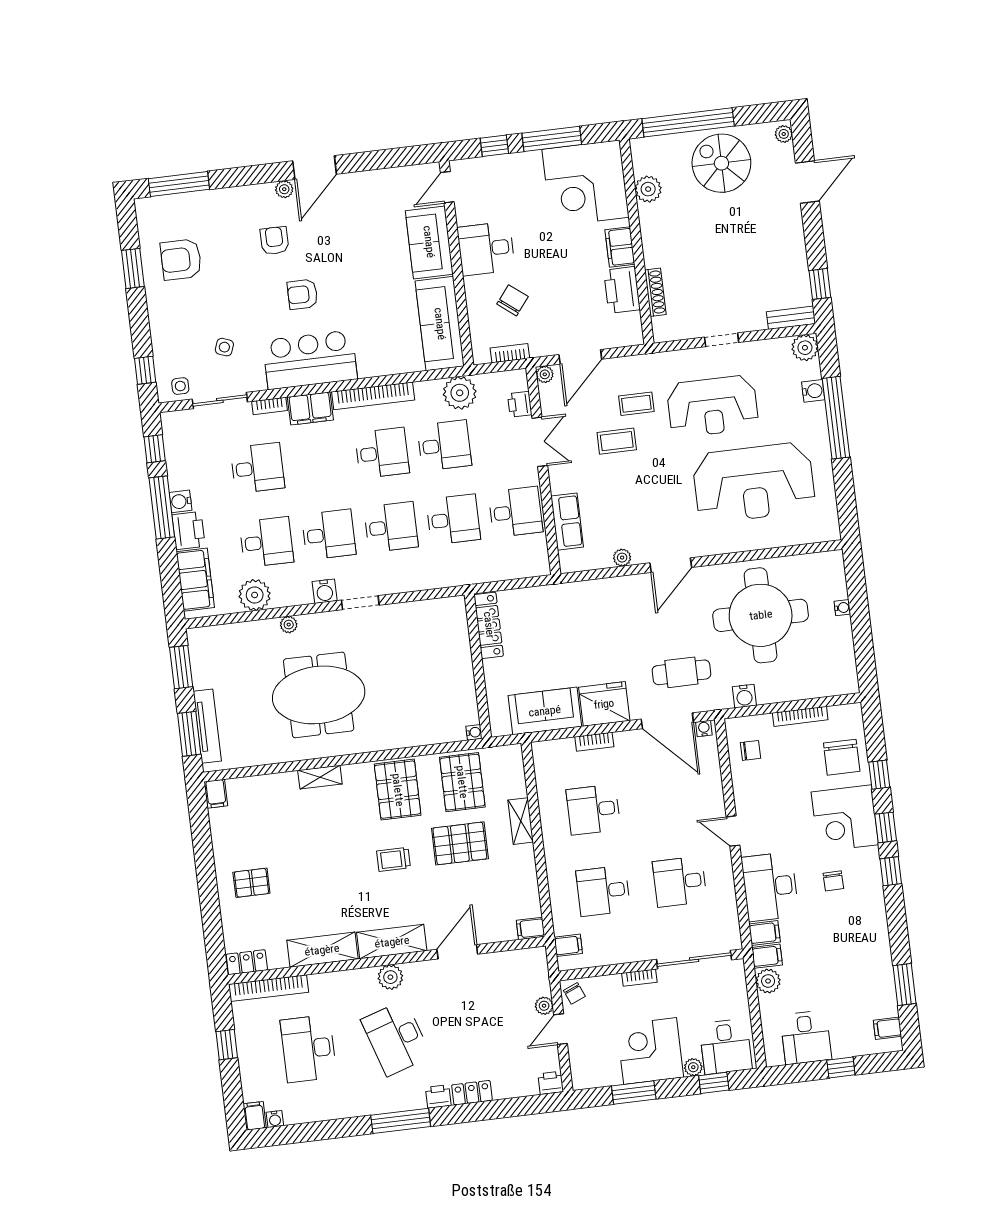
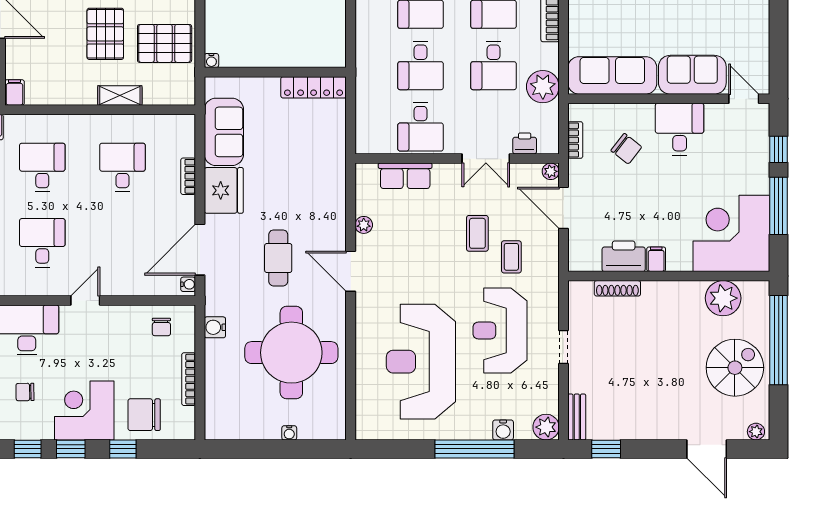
plant: (648, 189) -> (723, 298), width x1.36, depth x1.36
filing cabinet: (620, 247) -> (656, 259), width x0.50
cafe table: (681, 672) -> (278, 258), moved

